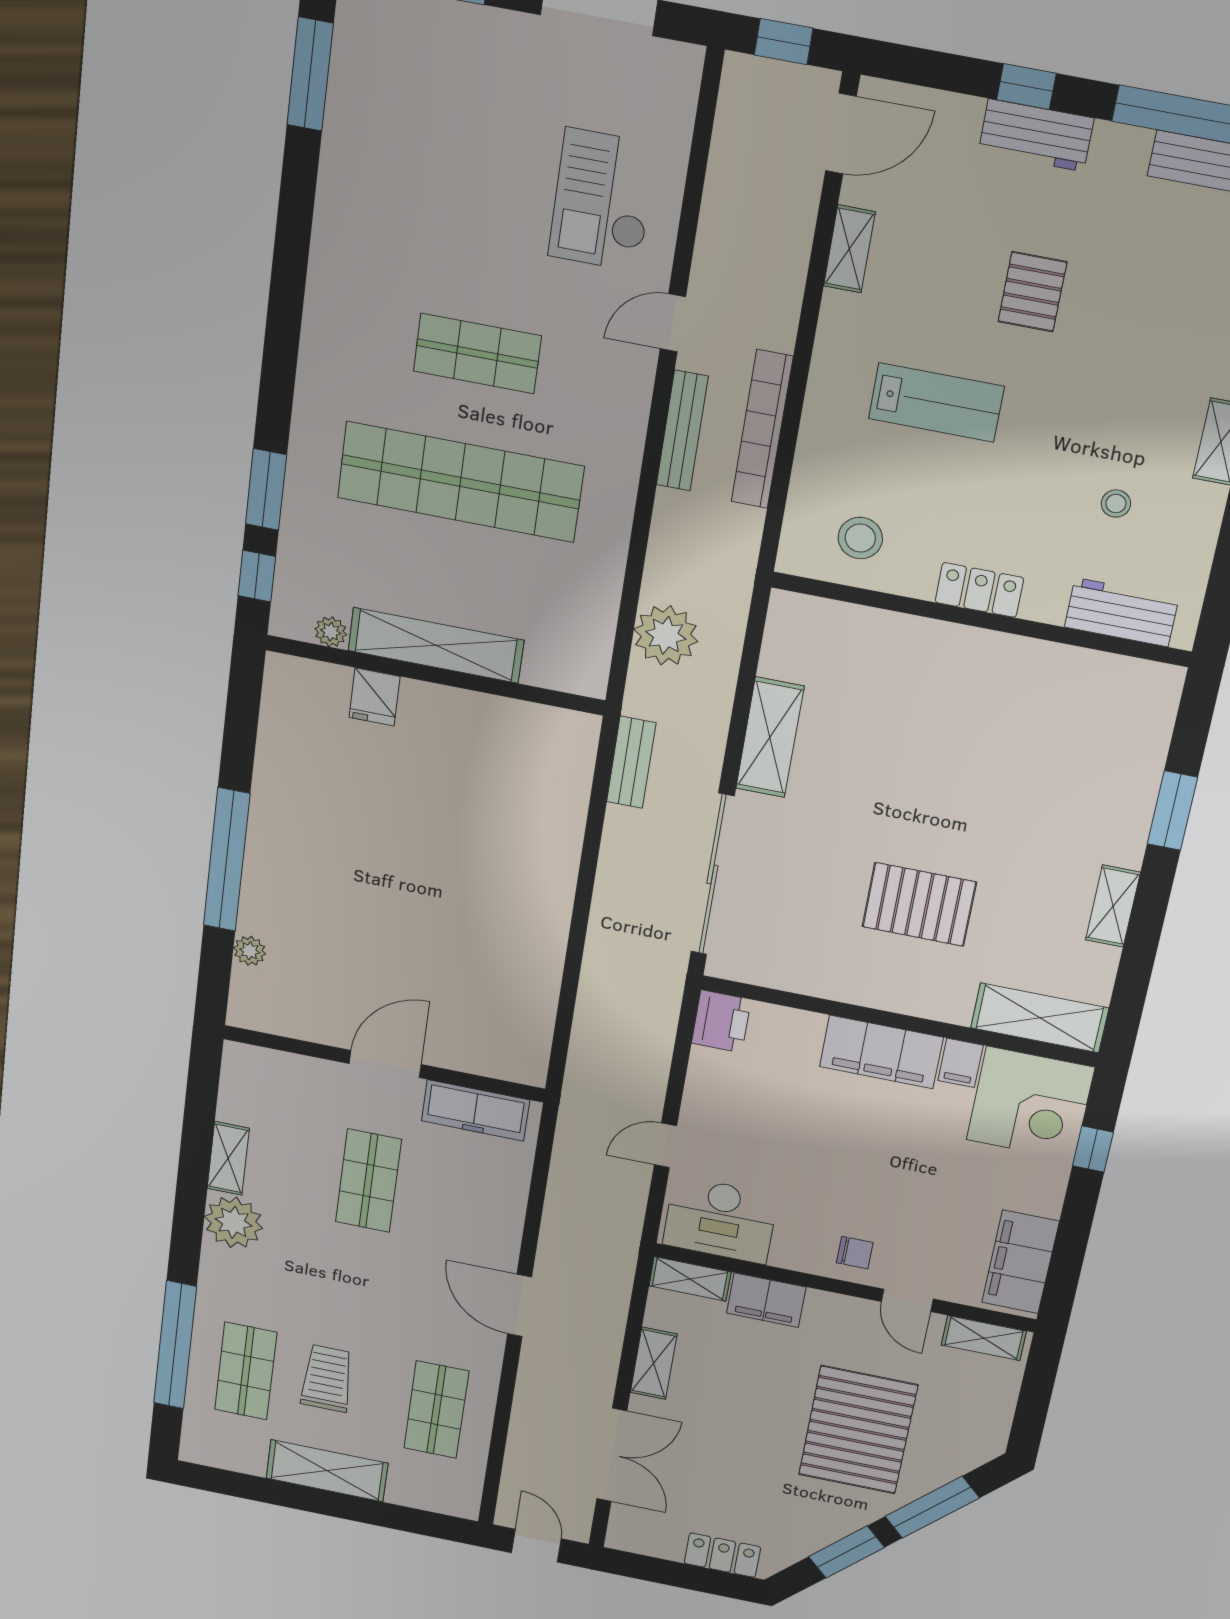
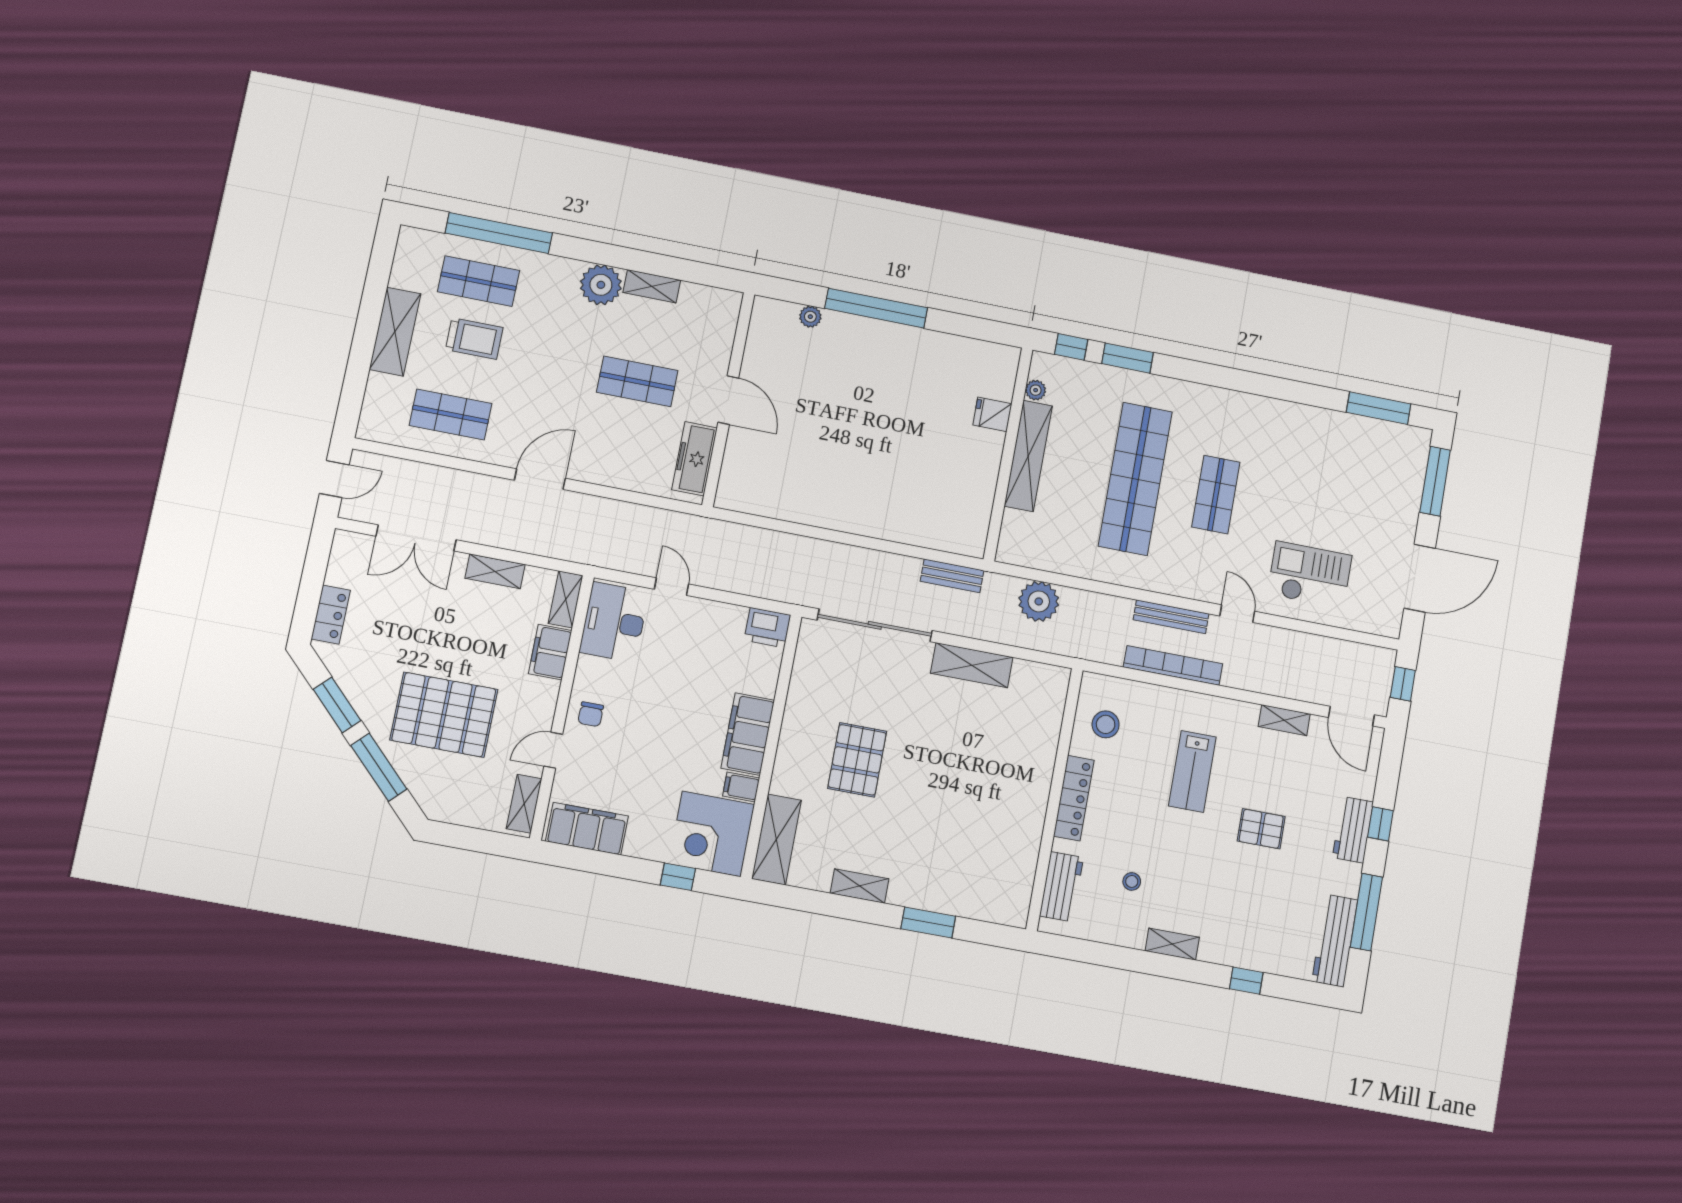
locker: (979, 590) -> (1074, 798), width x1.53

